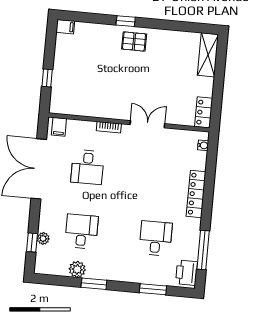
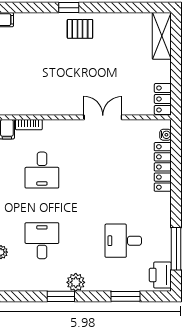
bookcase: (109, 127) -> (29, 125), moved
locker: (196, 194) -> (163, 167), moved
desk: (156, 238) -> (123, 241), turned -90
plant: (77, 269) -> (76, 282), moved

